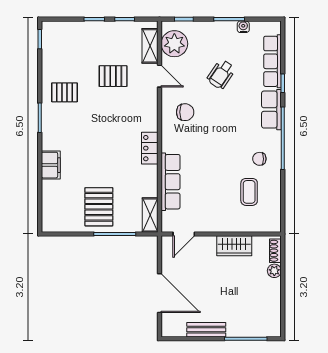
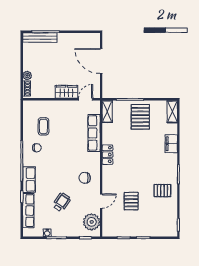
shelving: (150, 46) -> (172, 112), moved
pallet: (113, 76) -> (131, 201), turned 90
door: (160, 76) -> (101, 201), swing flipped
wardrobe: (234, 246) -> (67, 92), moved
bench: (206, 330) -> (40, 38), moved, width x1.36

